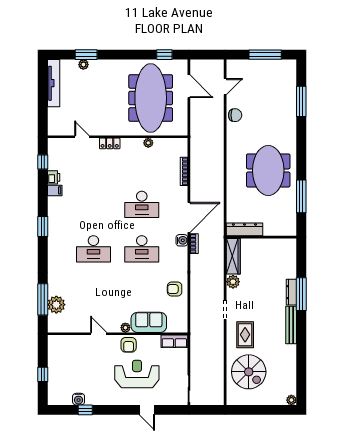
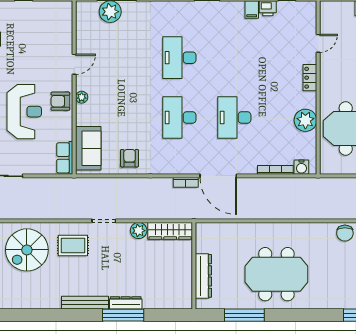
plant: (148, 143) -> (305, 120), width x1.87, depth x1.87
dresser: (244, 229) -> (203, 276), moved
water cooler: (182, 240) -> (301, 167), moved
sofa: (149, 322) -> (88, 148), moved

